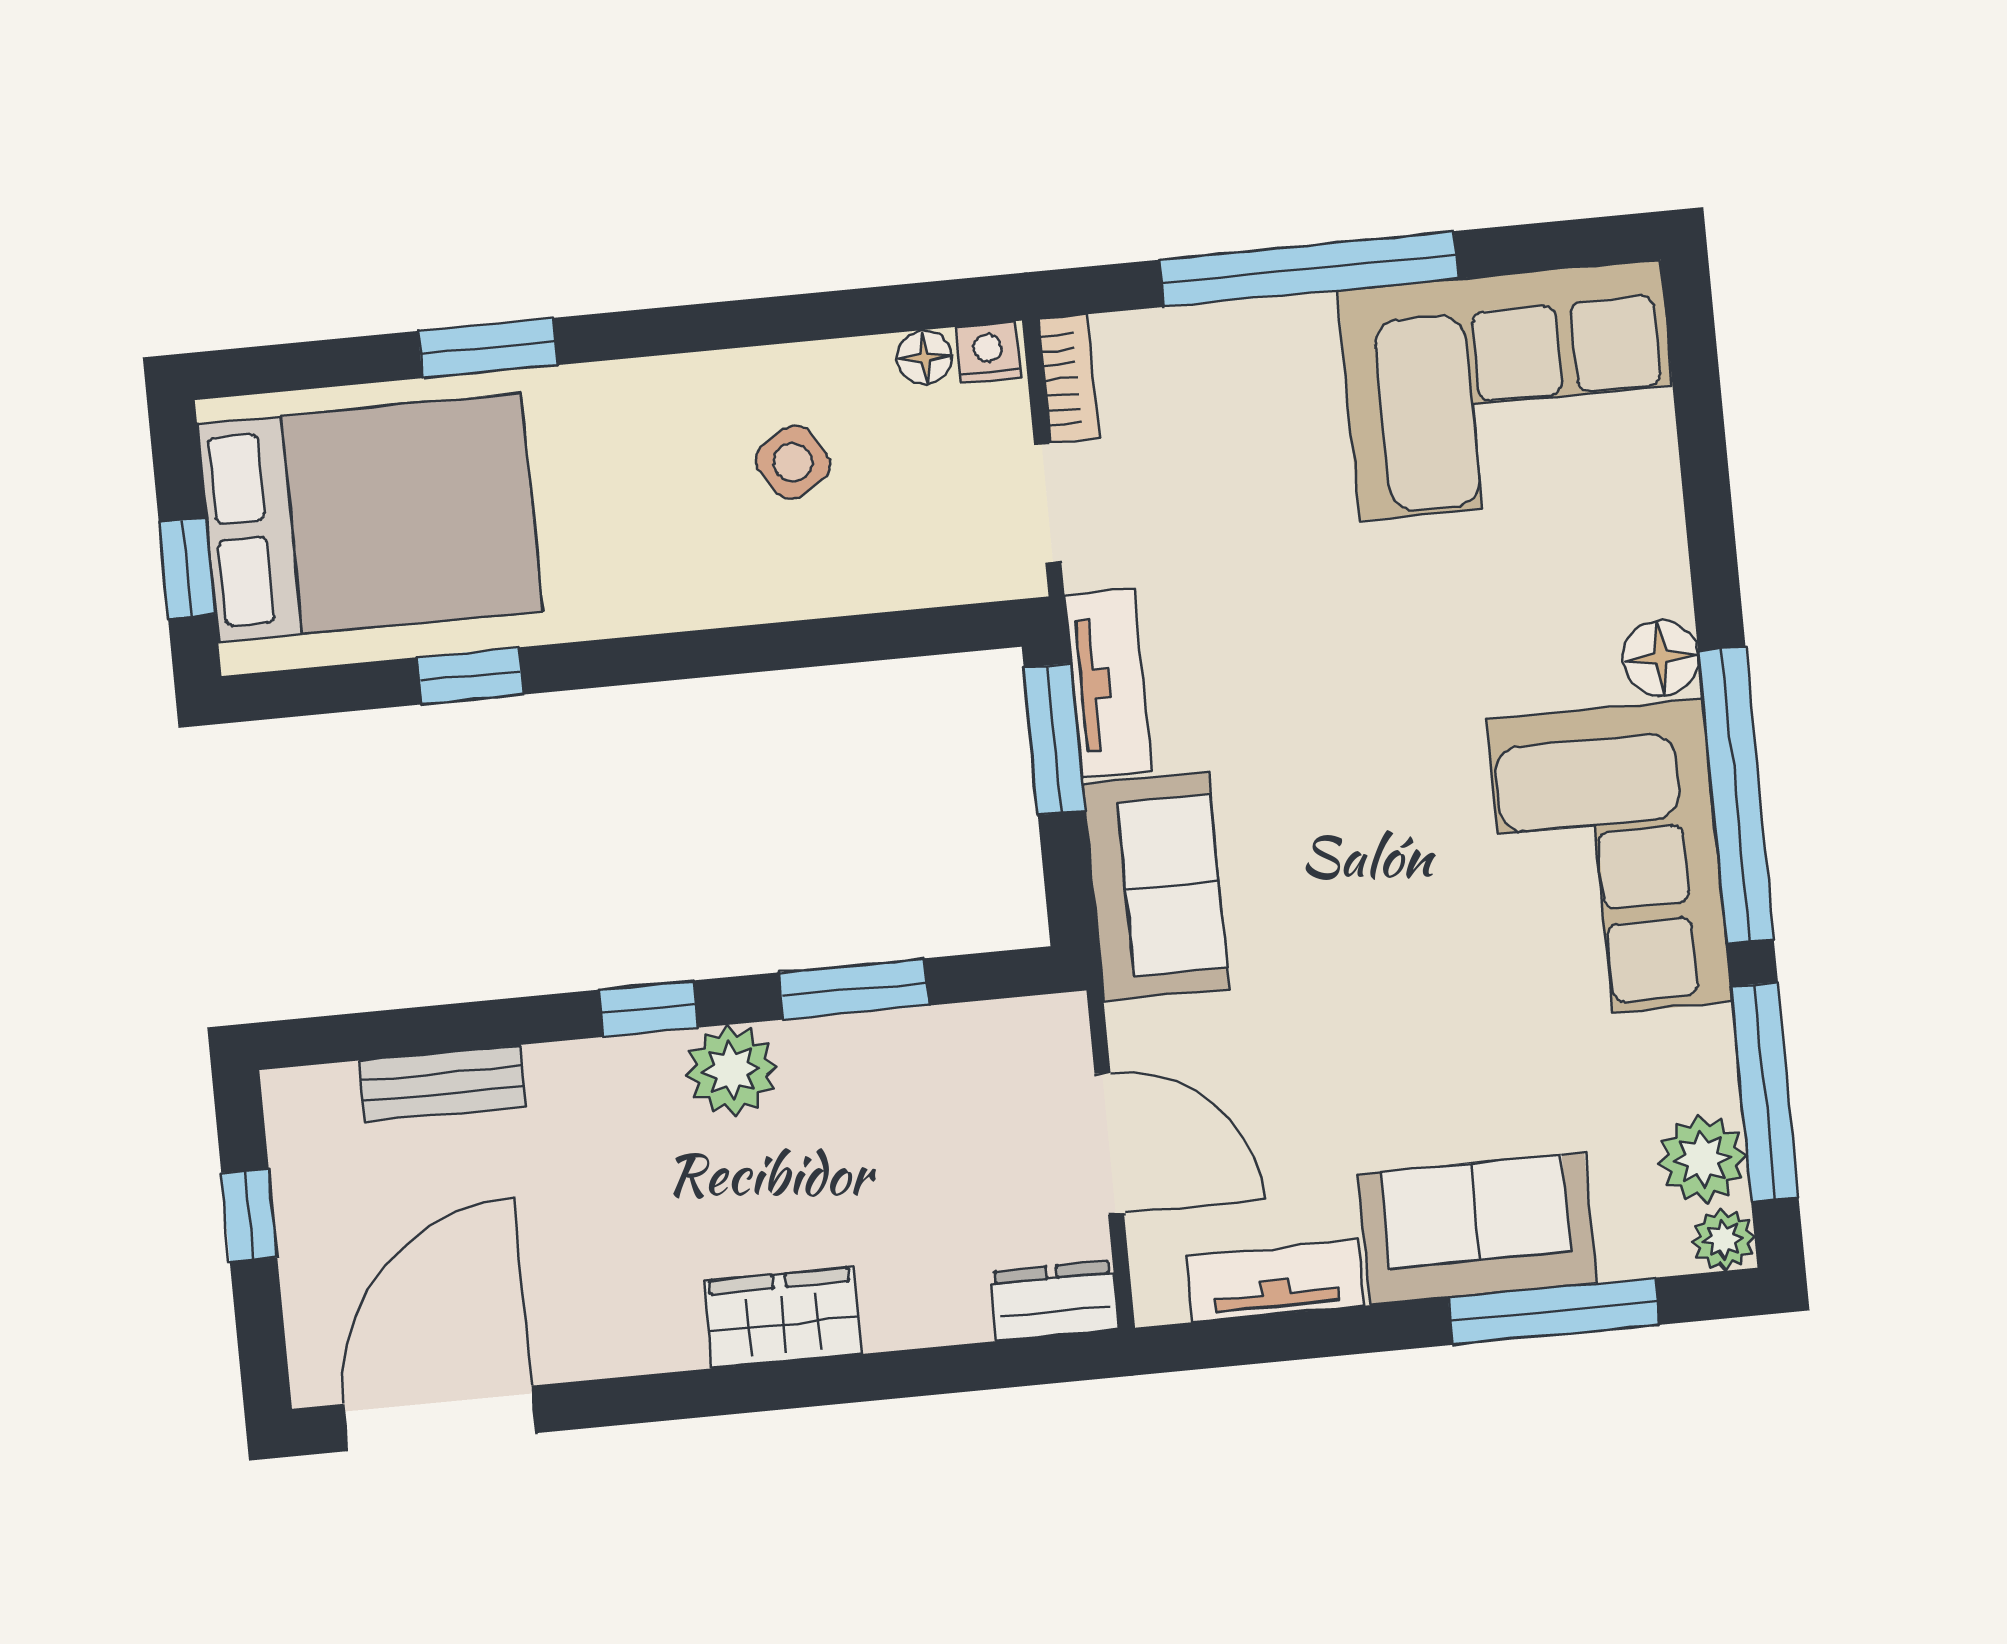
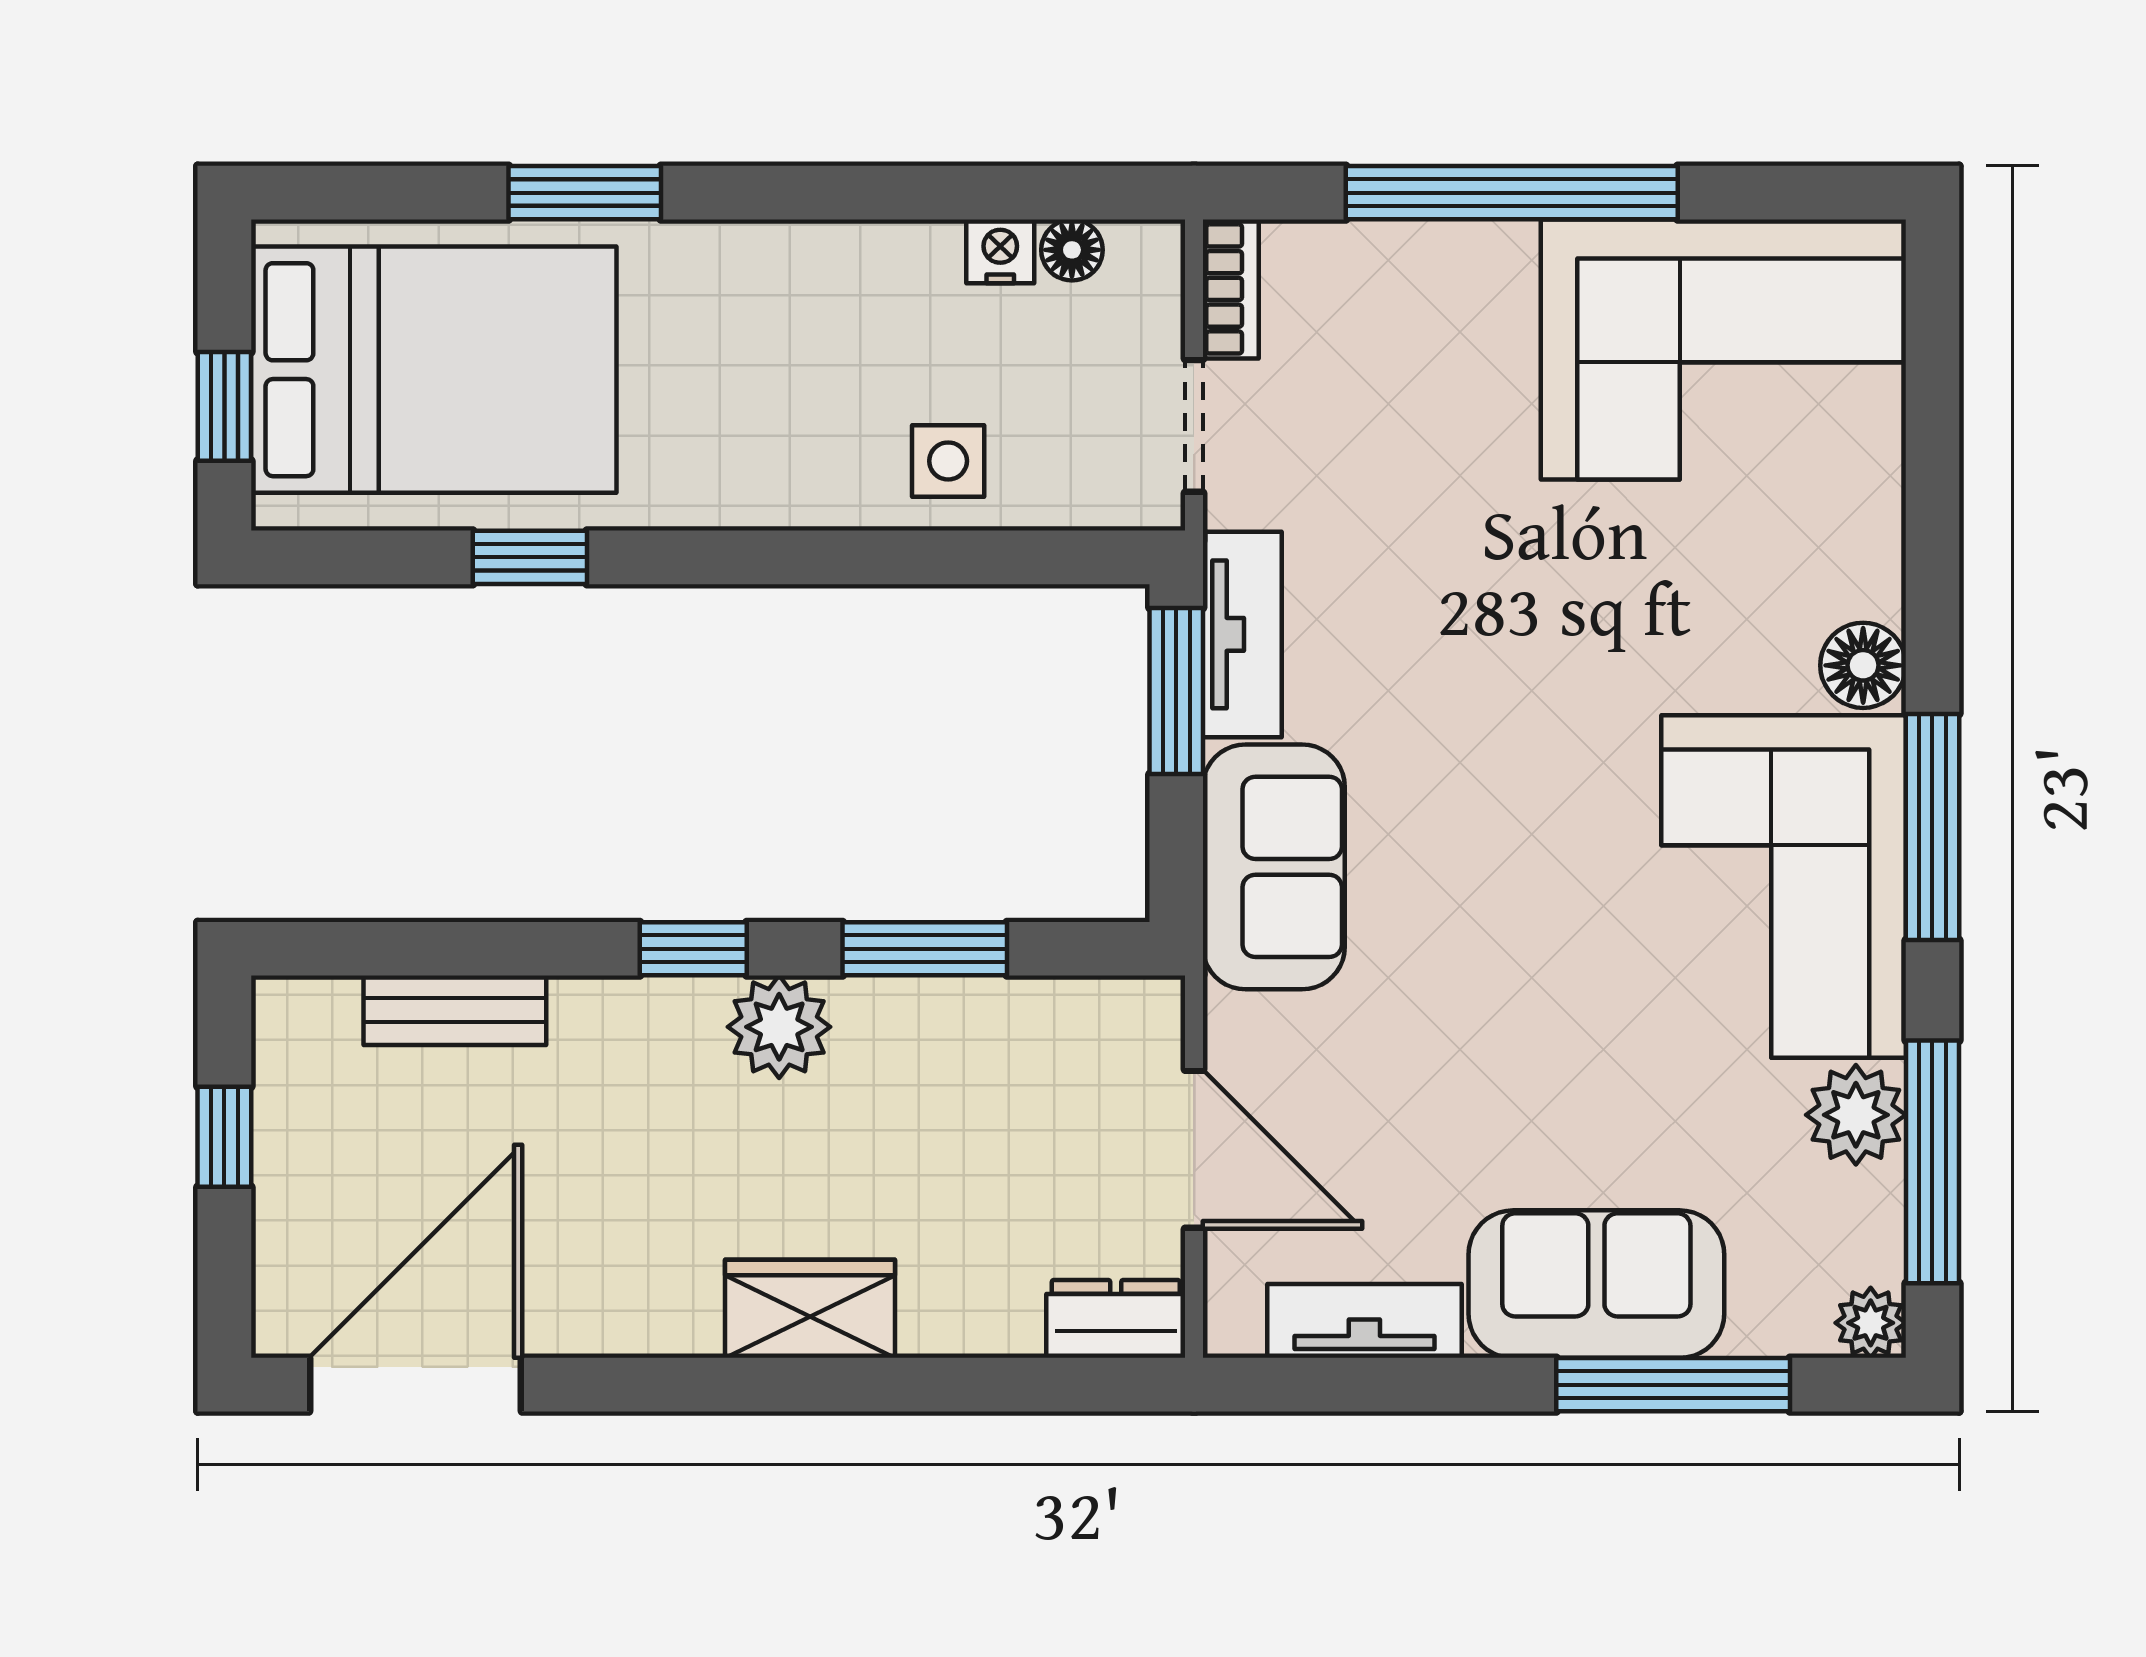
nightstand: (988, 352) -> (1000, 251), moved
side table: (793, 462) -> (948, 461), moved, turned 32
window: (1736, 795) -> (1932, 827), width x0.68
plant: (1703, 1159) -> (1856, 1115), moved

